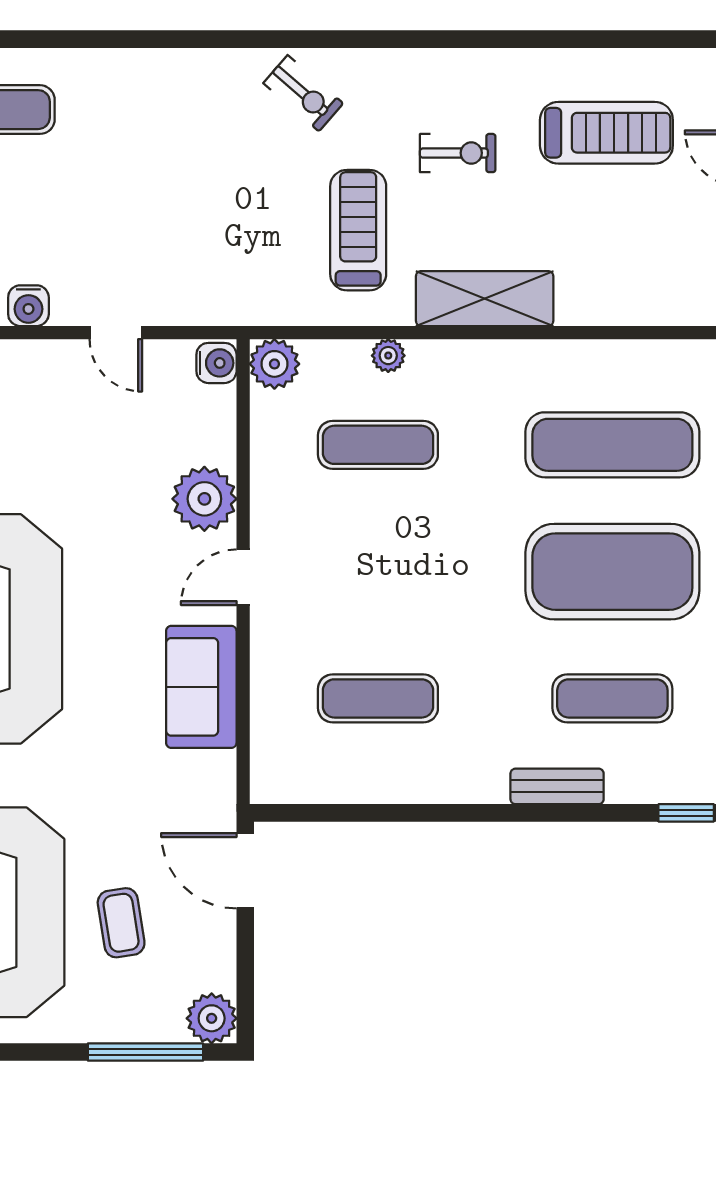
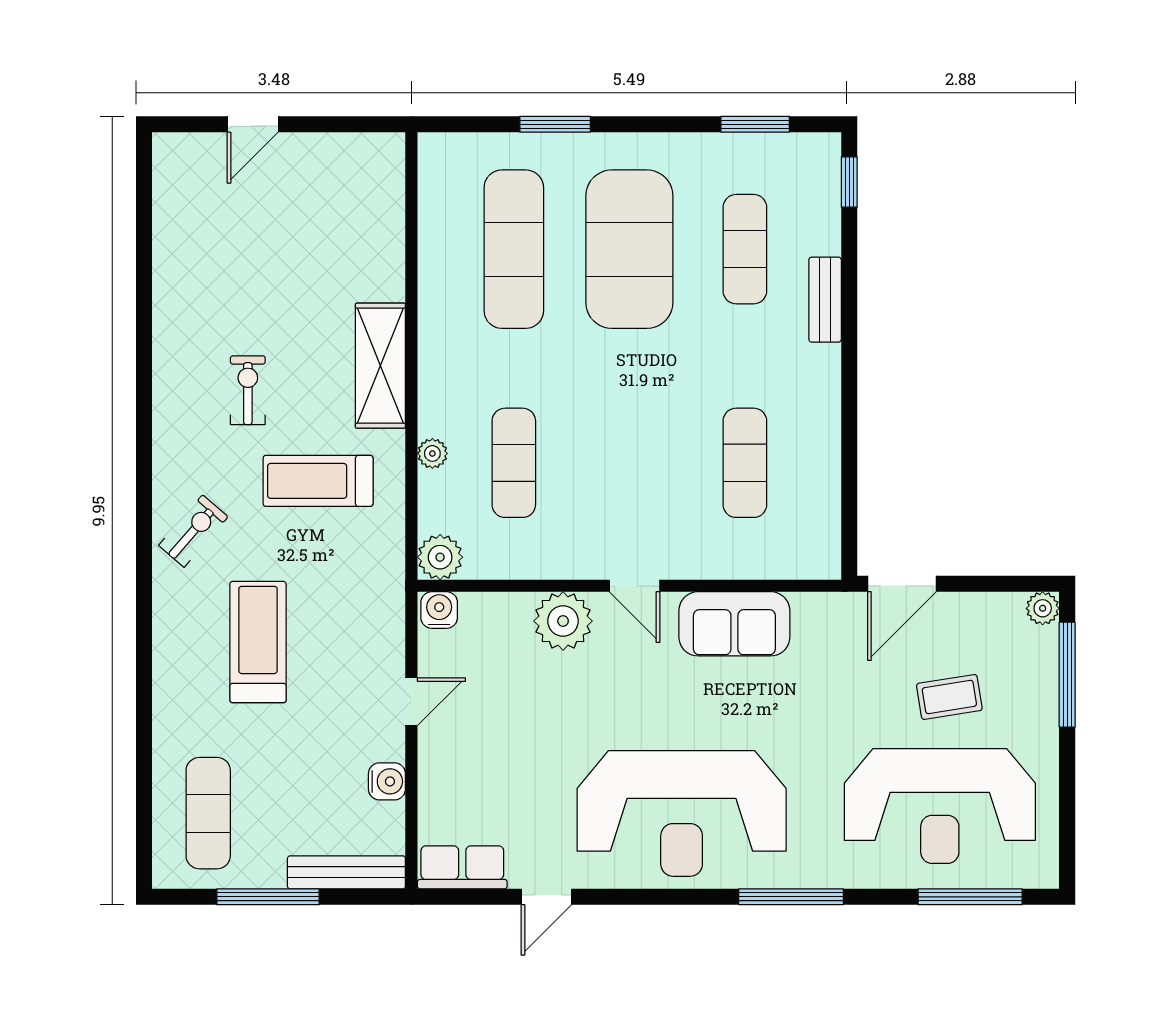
treadmill: (606, 133) -> (258, 642), moved
plant: (212, 1018) -> (1043, 608), width x0.73, depth x0.73

